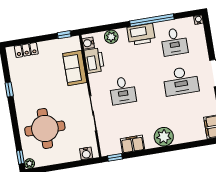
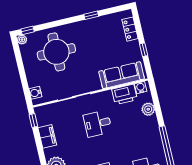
printer: (141, 34) -> (152, 138), removed
window: (64, 35) -> (144, 50), moved
sofa: (75, 68) -> (122, 75), width x1.36

